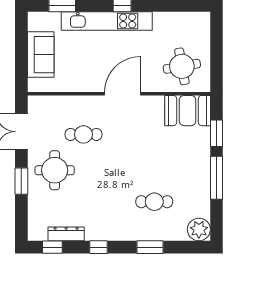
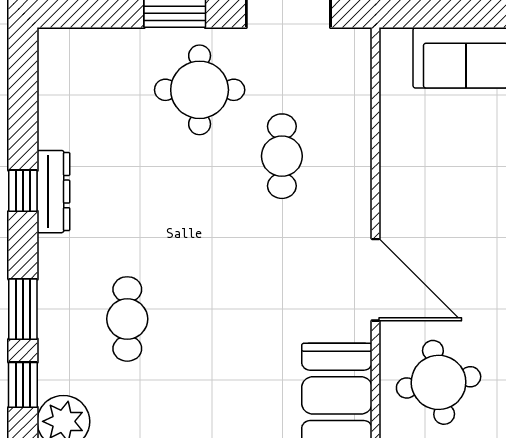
door: (123, 94) -> (376, 280), moved
dresser: (66, 234) -> (53, 192), moved
window: (52, 247) -> (23, 385), moved

